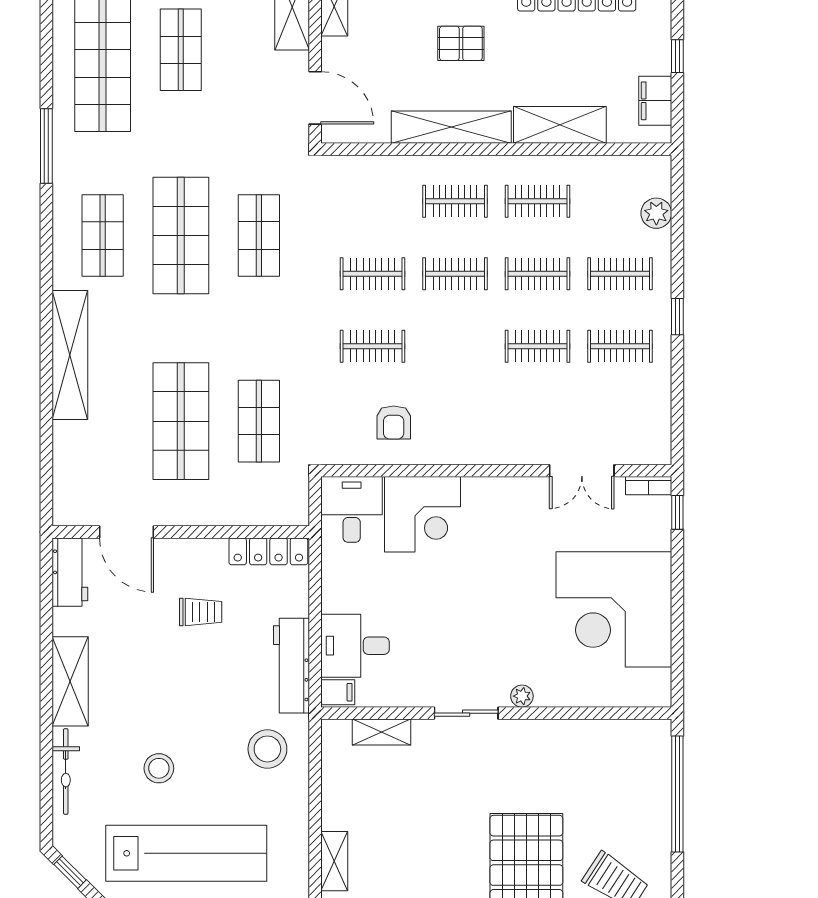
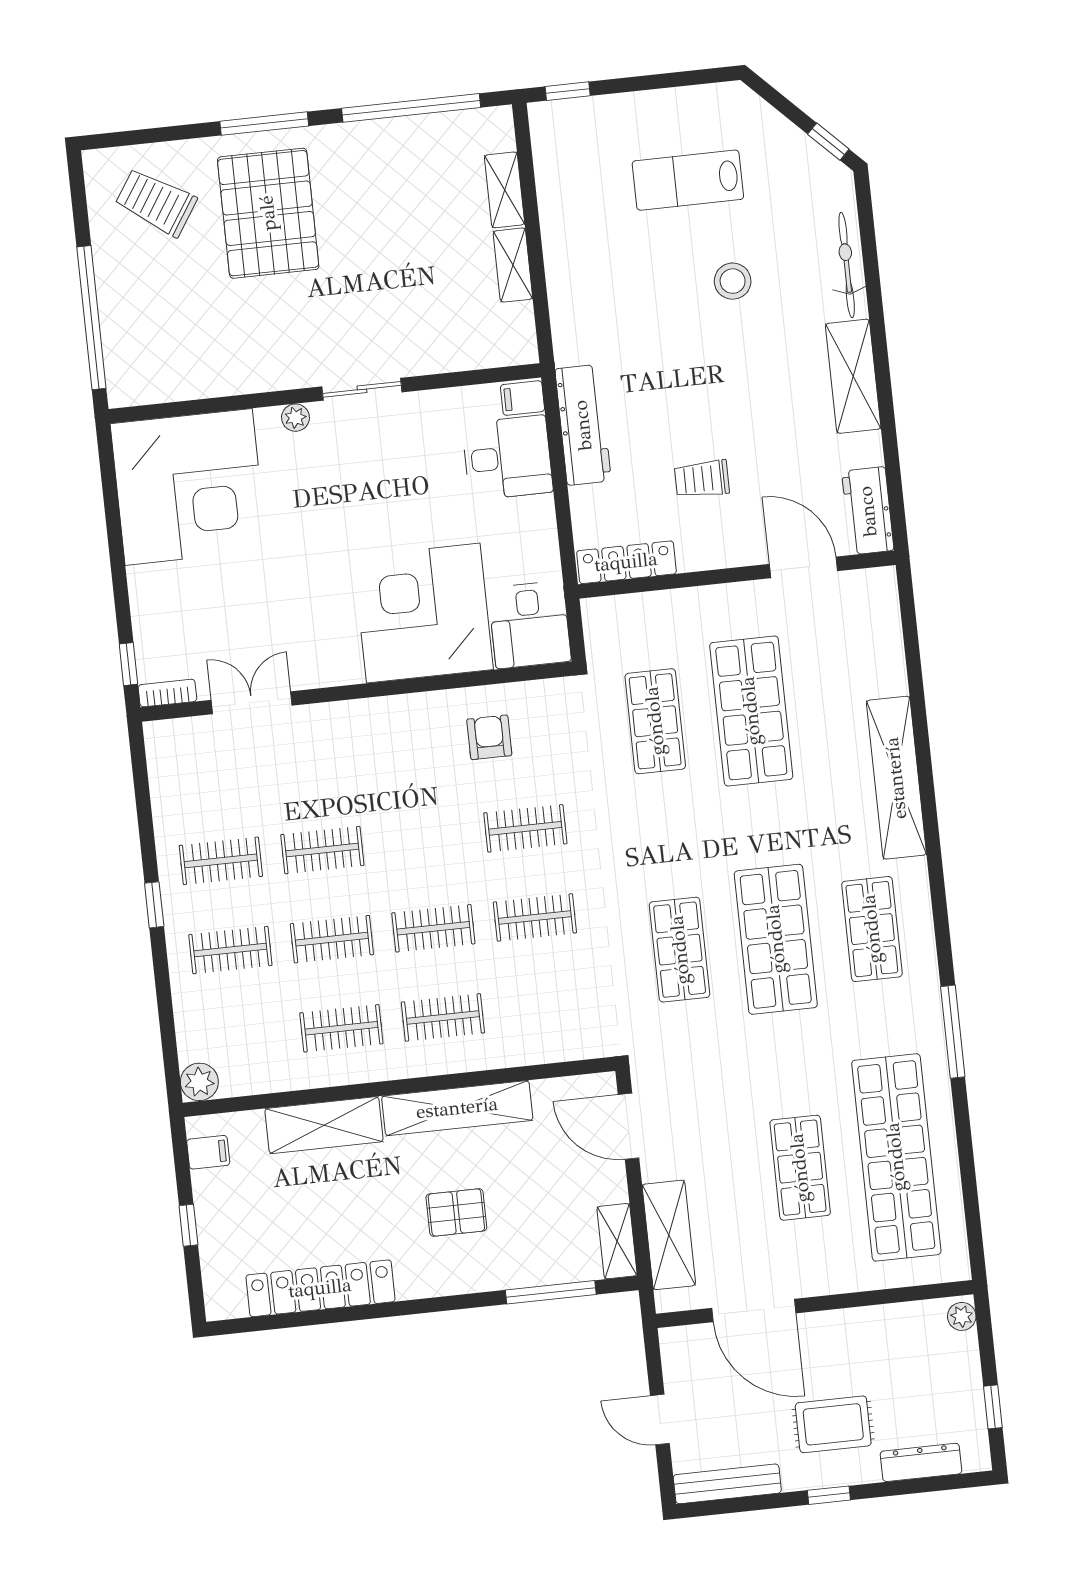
filing cabinet: (655, 101) -> (208, 1152), width x0.50
plant: (656, 213) -> (199, 1082), moved
corner desk: (422, 514) -> (423, 613), width x1.36, depth x1.36
corner desk: (614, 609) -> (189, 487), moved, turned 90
shelving: (381, 732) -> (513, 265), moved, turned 90
stool: (267, 749) -> (602, 319), removed
lab bench: (186, 853) -> (688, 180), width x0.54, depth x0.72

